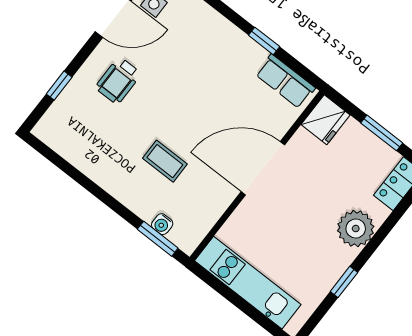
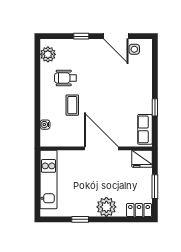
wheelchair: (118, 81) -> (65, 78), moved
window: (59, 86) -> (81, 36), moved
plant: (61, 138) -> (48, 54), added
window: (158, 239) -> (37, 127), removed

